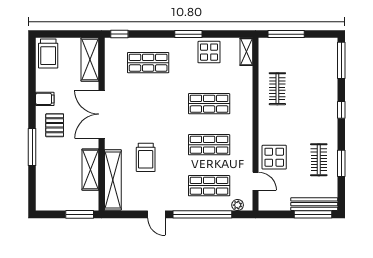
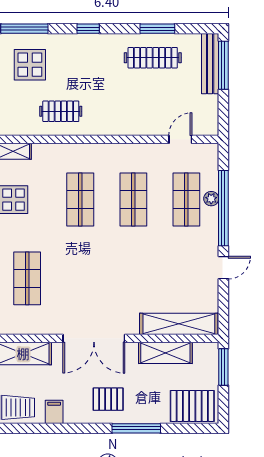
filing cabinet: (45, 99) -> (54, 412), moved
trolley: (146, 157) -> (150, 282), removed
display table: (274, 157) -> (30, 65), moved
clothes rail: (319, 160) -> (153, 58), width x1.36
pallet: (49, 190) -> (192, 406), added
plant: (238, 205) -> (211, 199), moved

